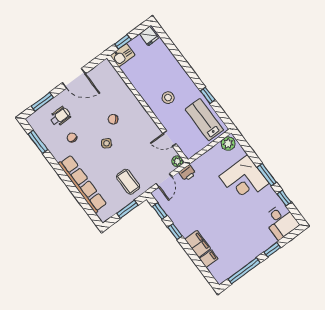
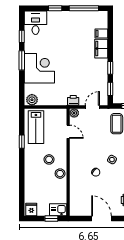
stool: (147, 92) -> (60, 174), added

